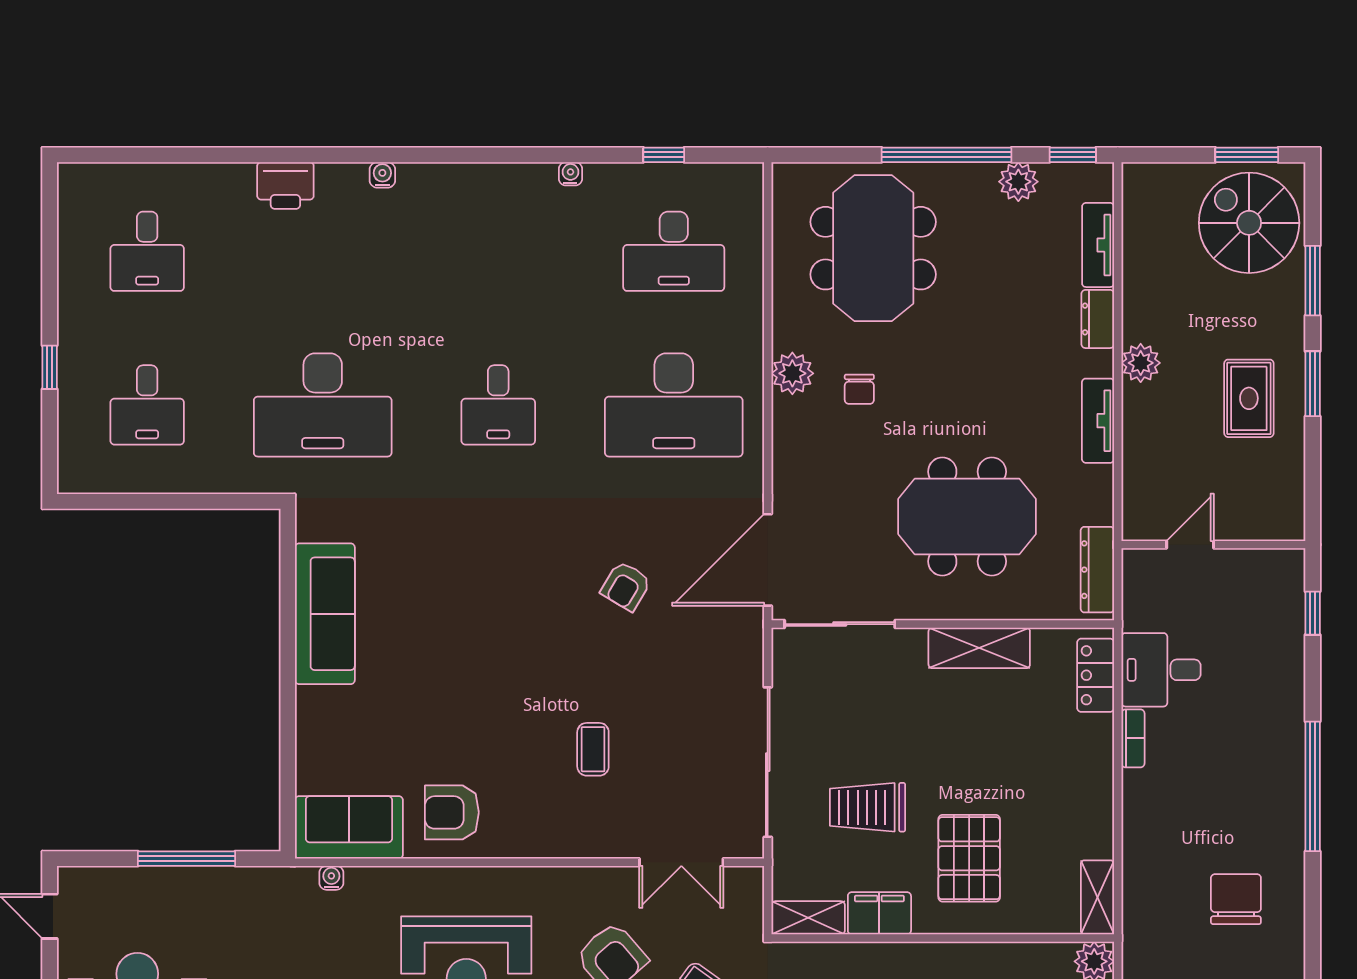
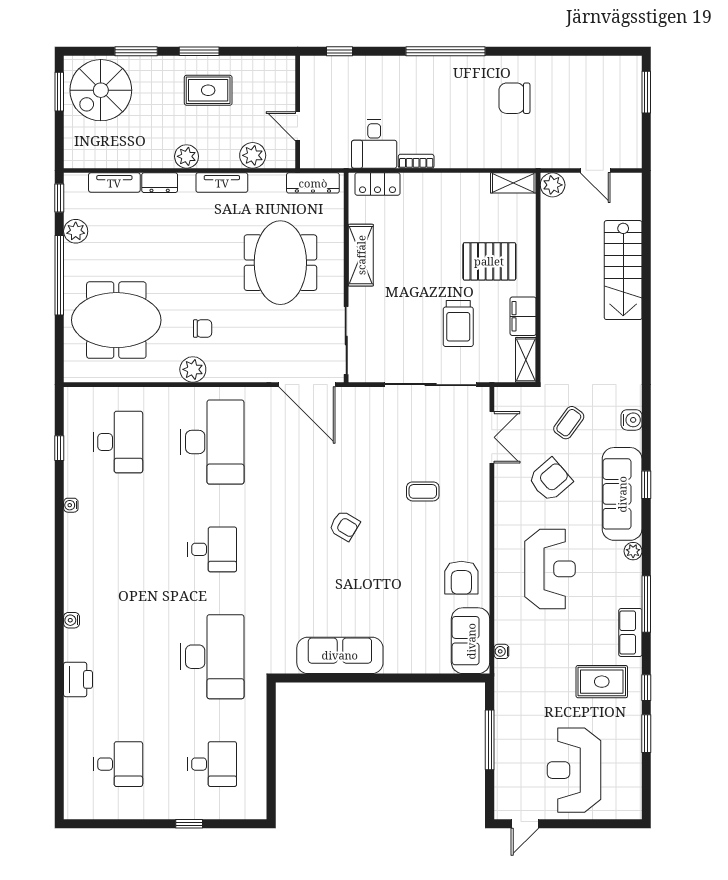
plant: (1142, 471) -> (253, 155), added
armchair: (626, 586) -> (344, 526), moved

